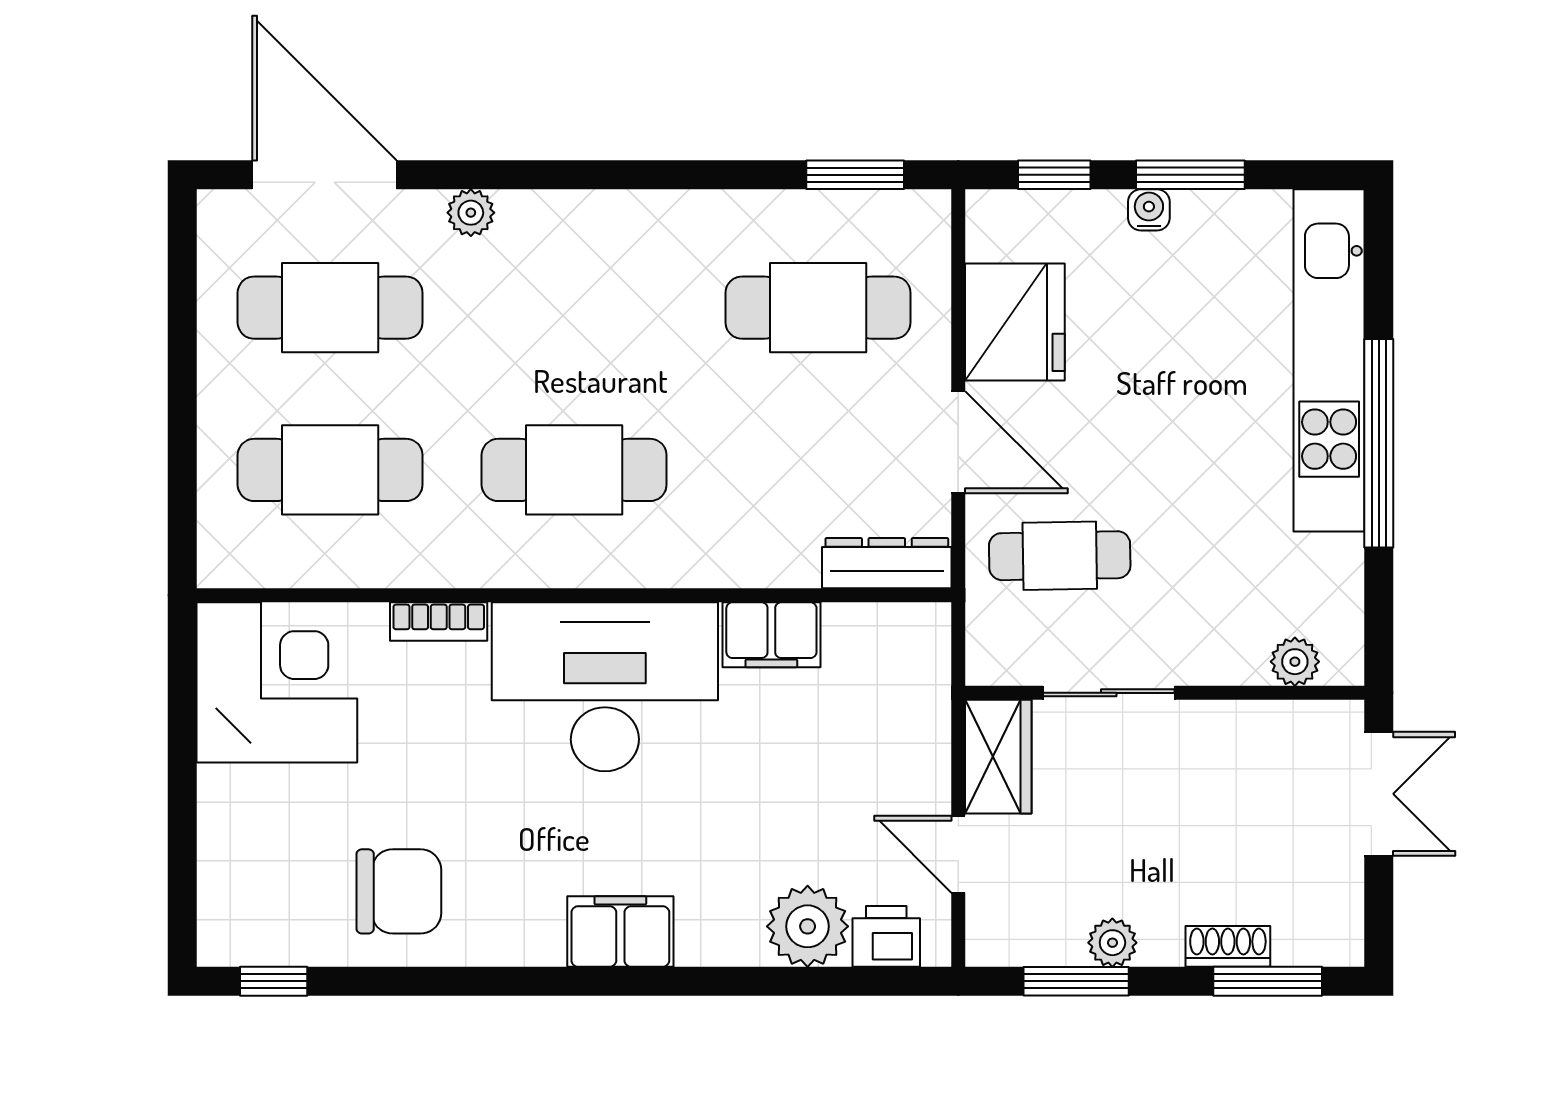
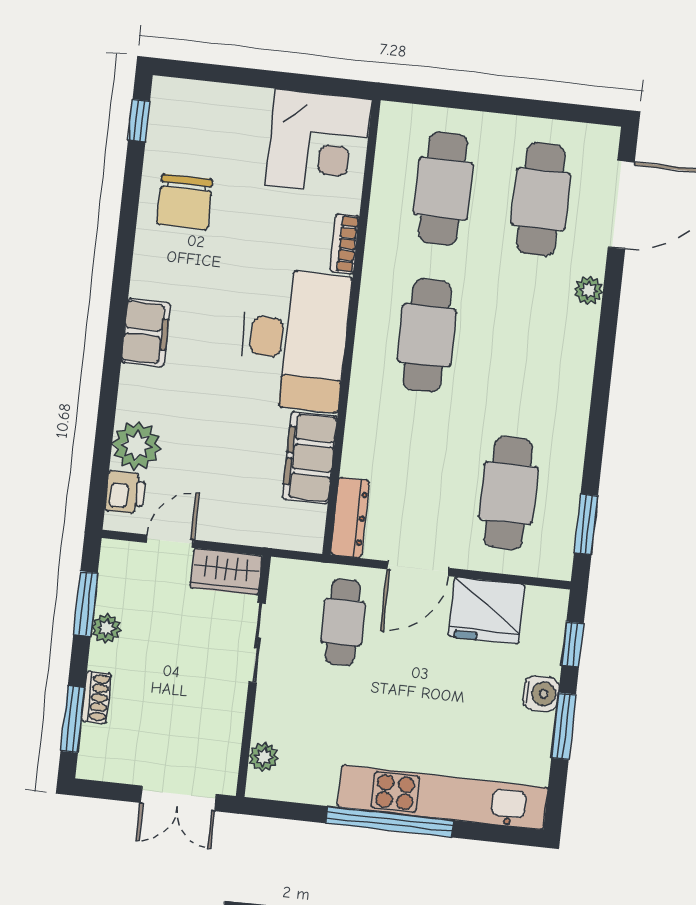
water cooler: (1149, 210) -> (541, 694), width x1.38, depth x1.38
filing cabinet: (771, 635) -> (310, 458), width x1.50, depth x1.17

